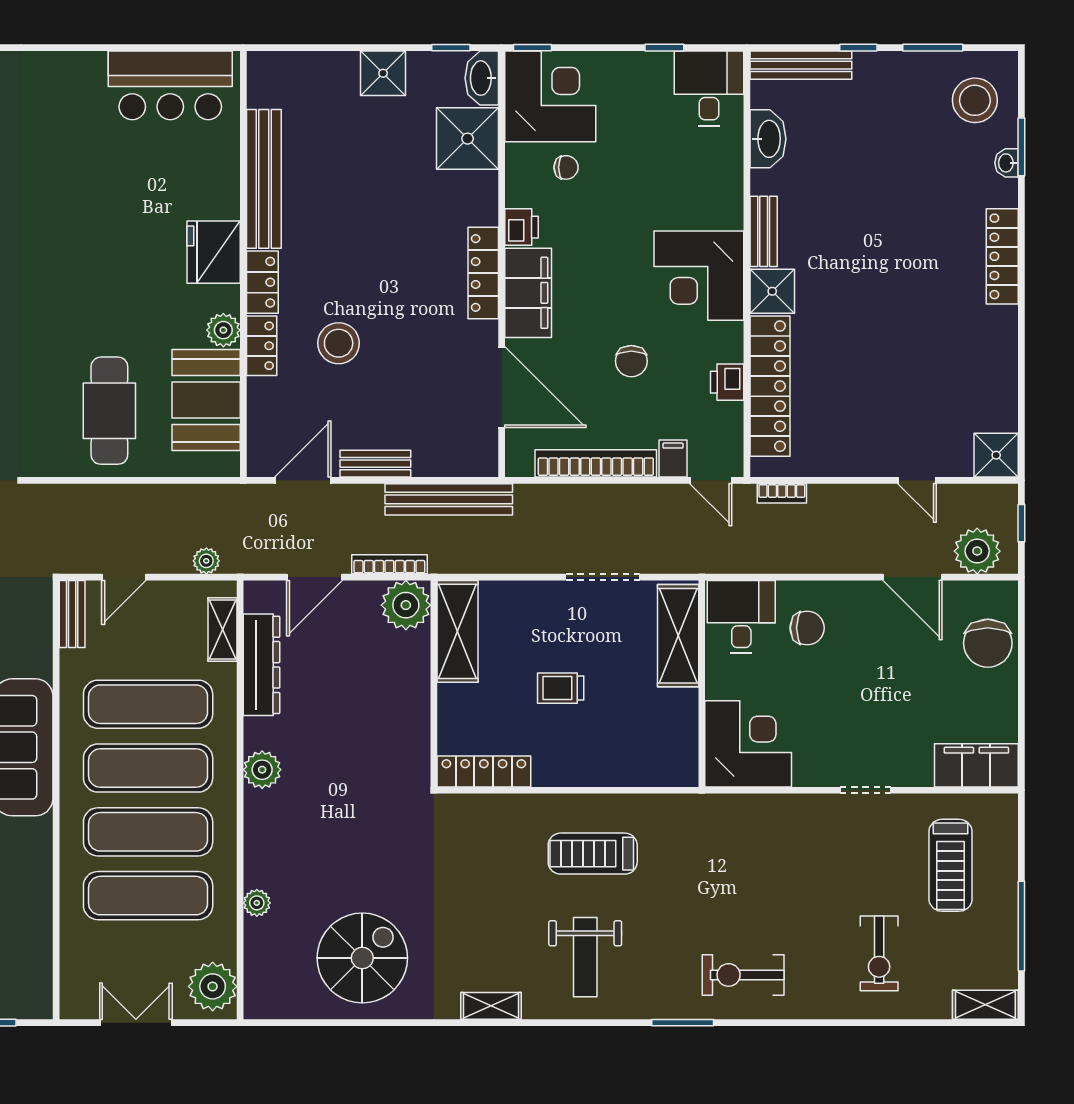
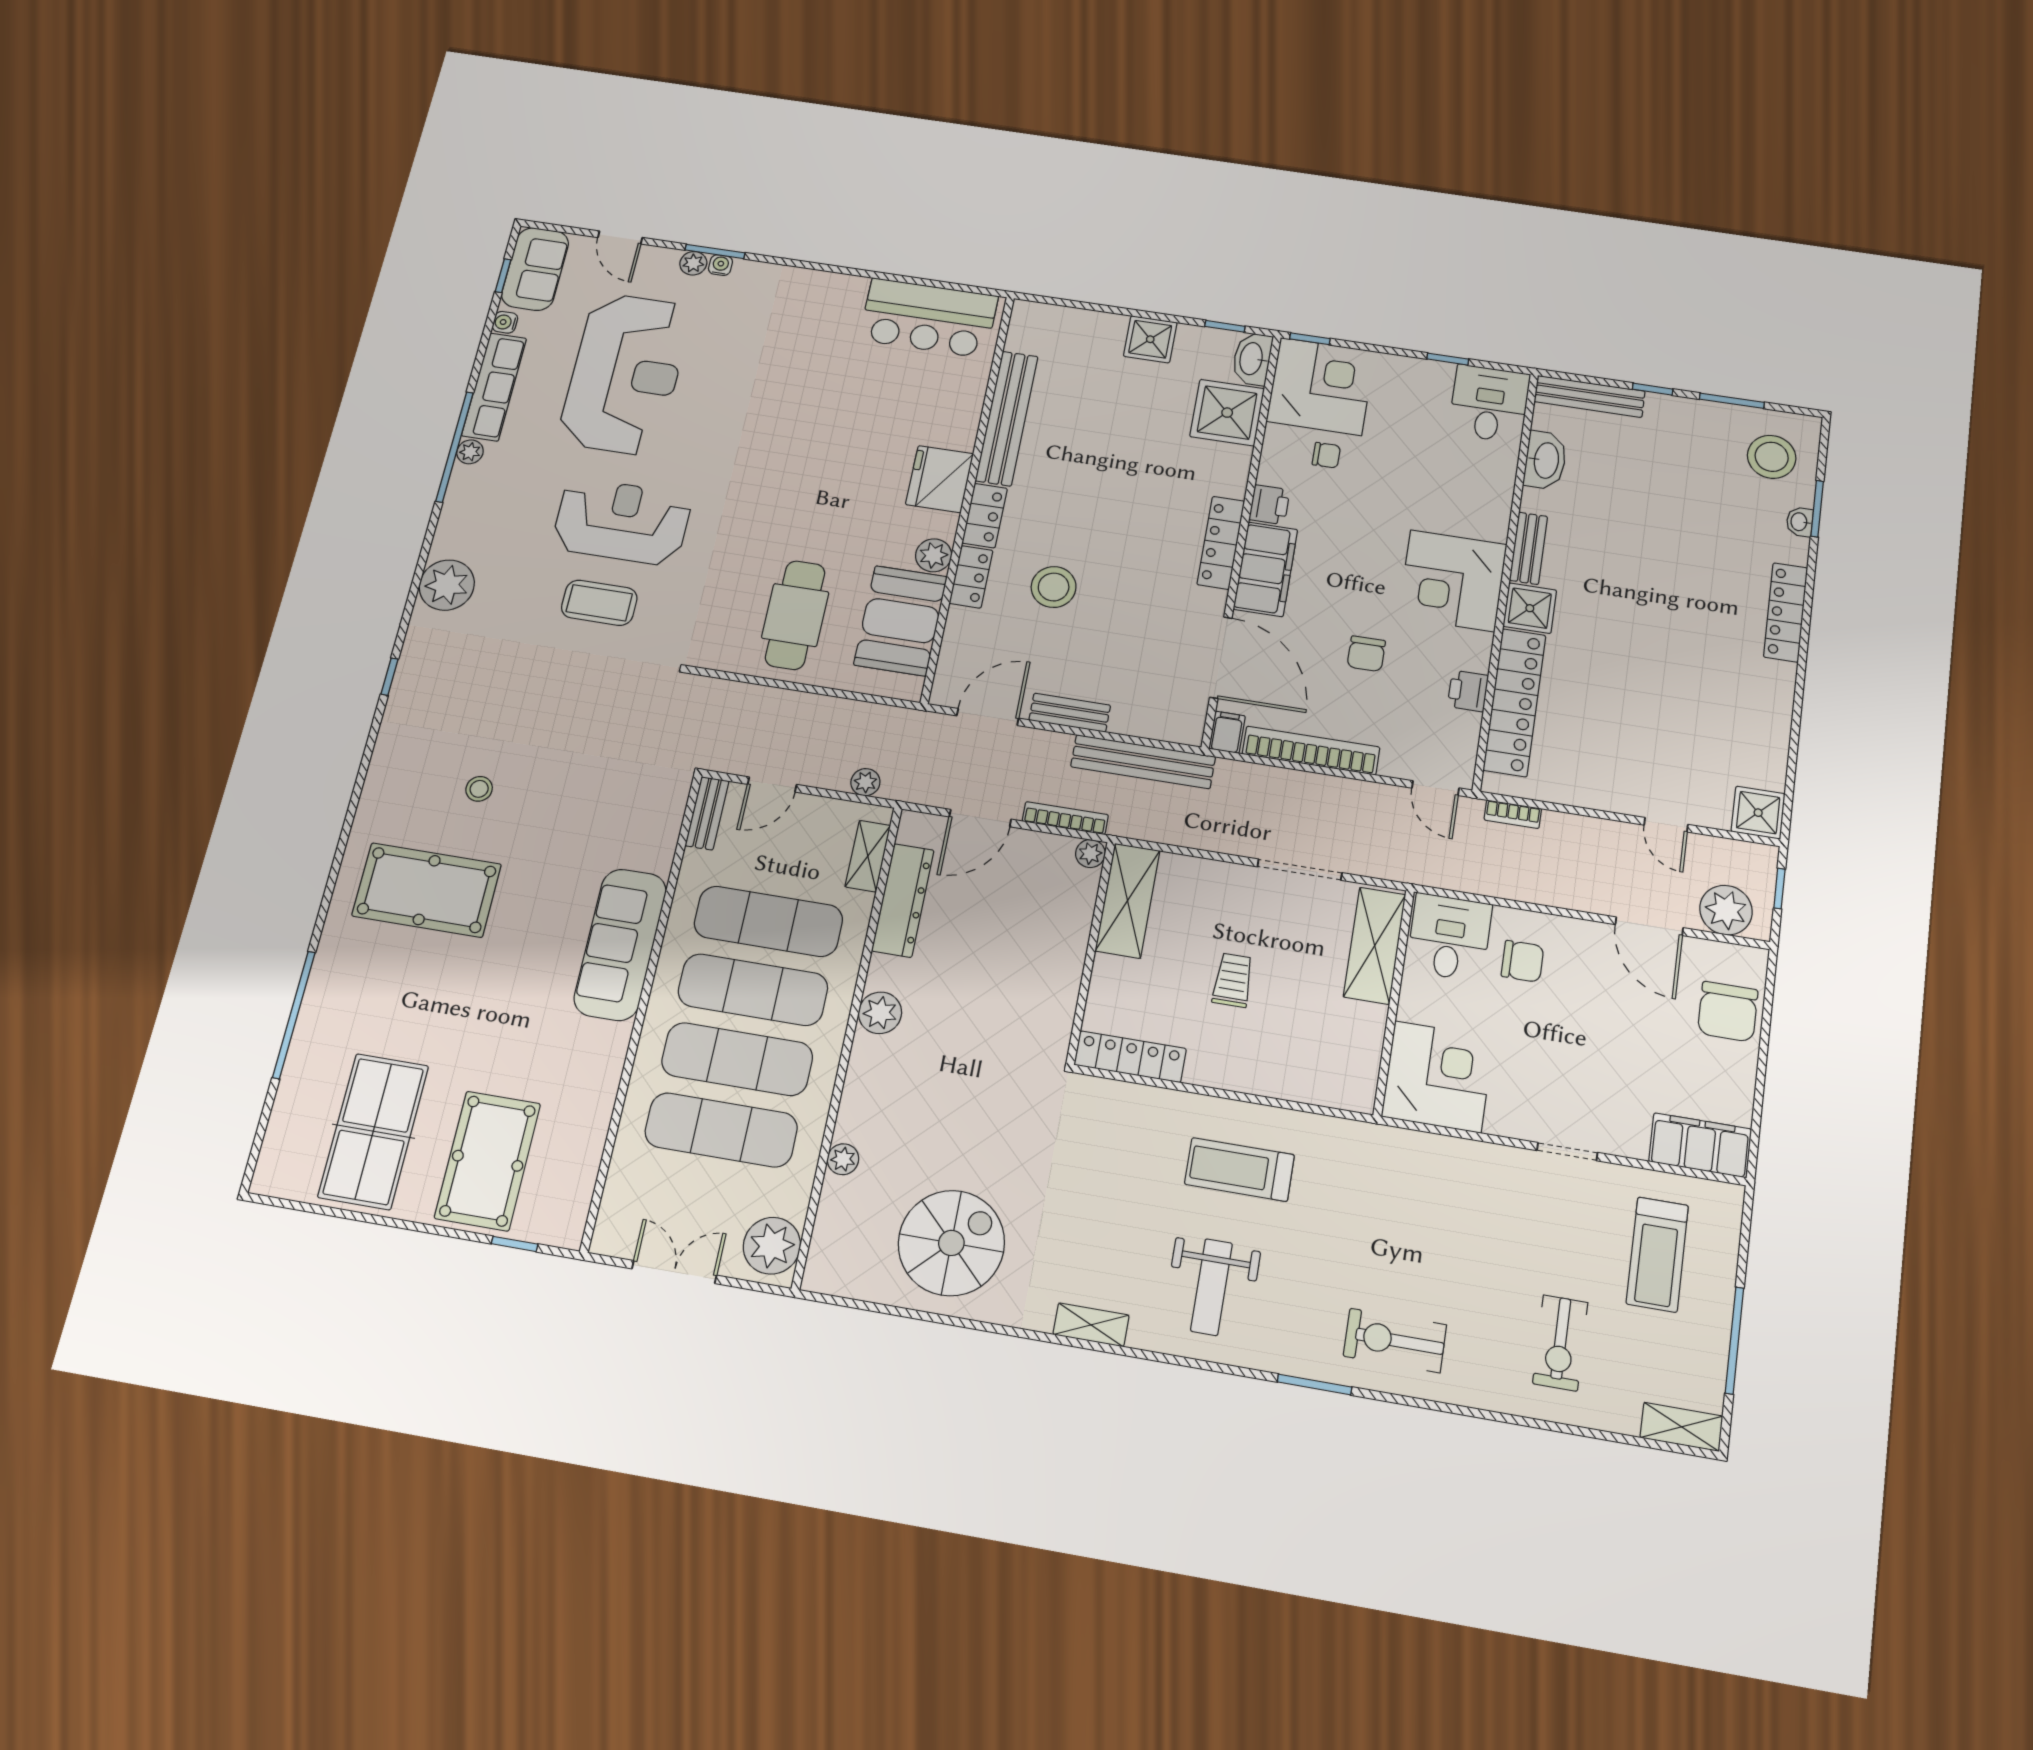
filing cabinet: (673, 459) -> (1227, 732), moved
plant: (406, 605) -> (1090, 854), width x0.53, depth x0.53
trolley: (561, 688) -> (1233, 980), turned 90

